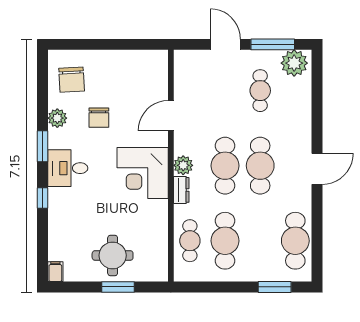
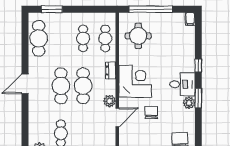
plant: (57, 118) -> (189, 103), moved
chair: (99, 118) -> (151, 112), moved
plant: (183, 165) -> (110, 101), moved
cafe table: (225, 241) -> (83, 38), width x0.73, depth x0.74
round table: (113, 255) -> (138, 36), moved
window: (118, 287) -> (151, 9), width x2.11

